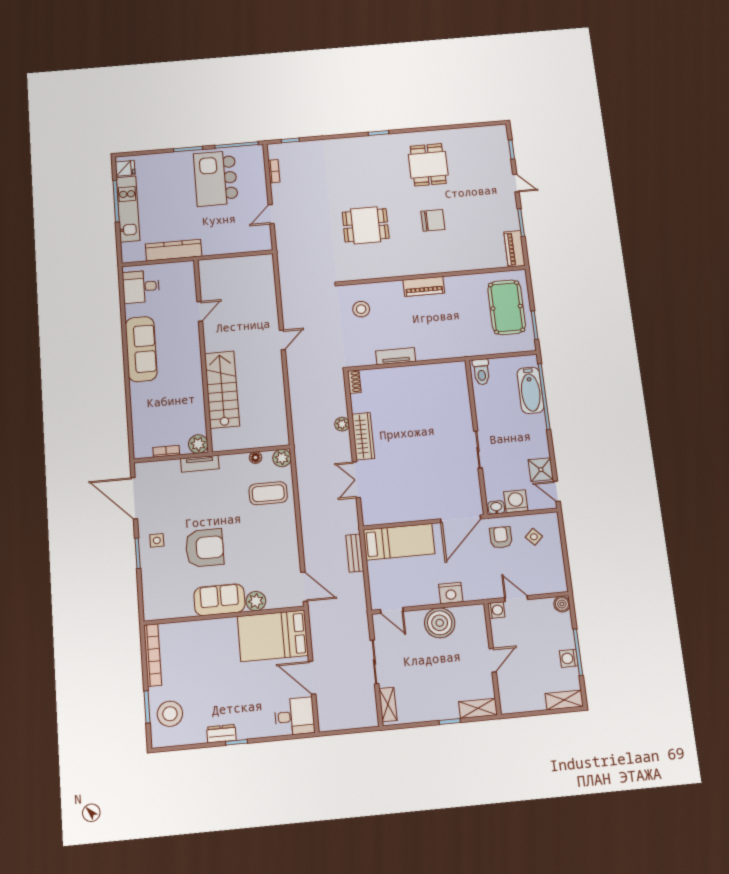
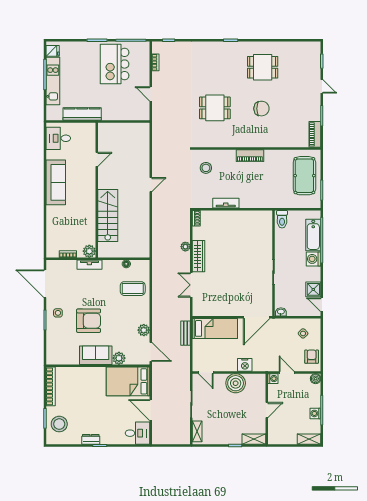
dining table: (428, 165) -> (263, 67), turned 90
door: (271, 214) -> (151, 94), hinge flipped
plant: (282, 458) -> (144, 330), moved
washing machine: (516, 501) -> (314, 259), moved, turned -90
armchair: (501, 537) -> (312, 357), moved

